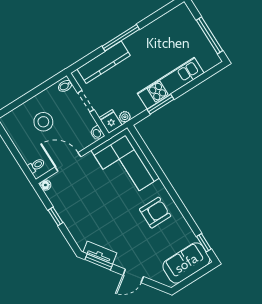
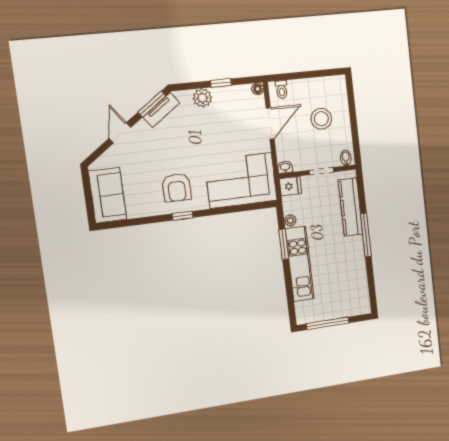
plant: (125, 117) -> (290, 221), moved
plant: (75, 225) -> (202, 98), added
window: (204, 243) -> (183, 216), moved

